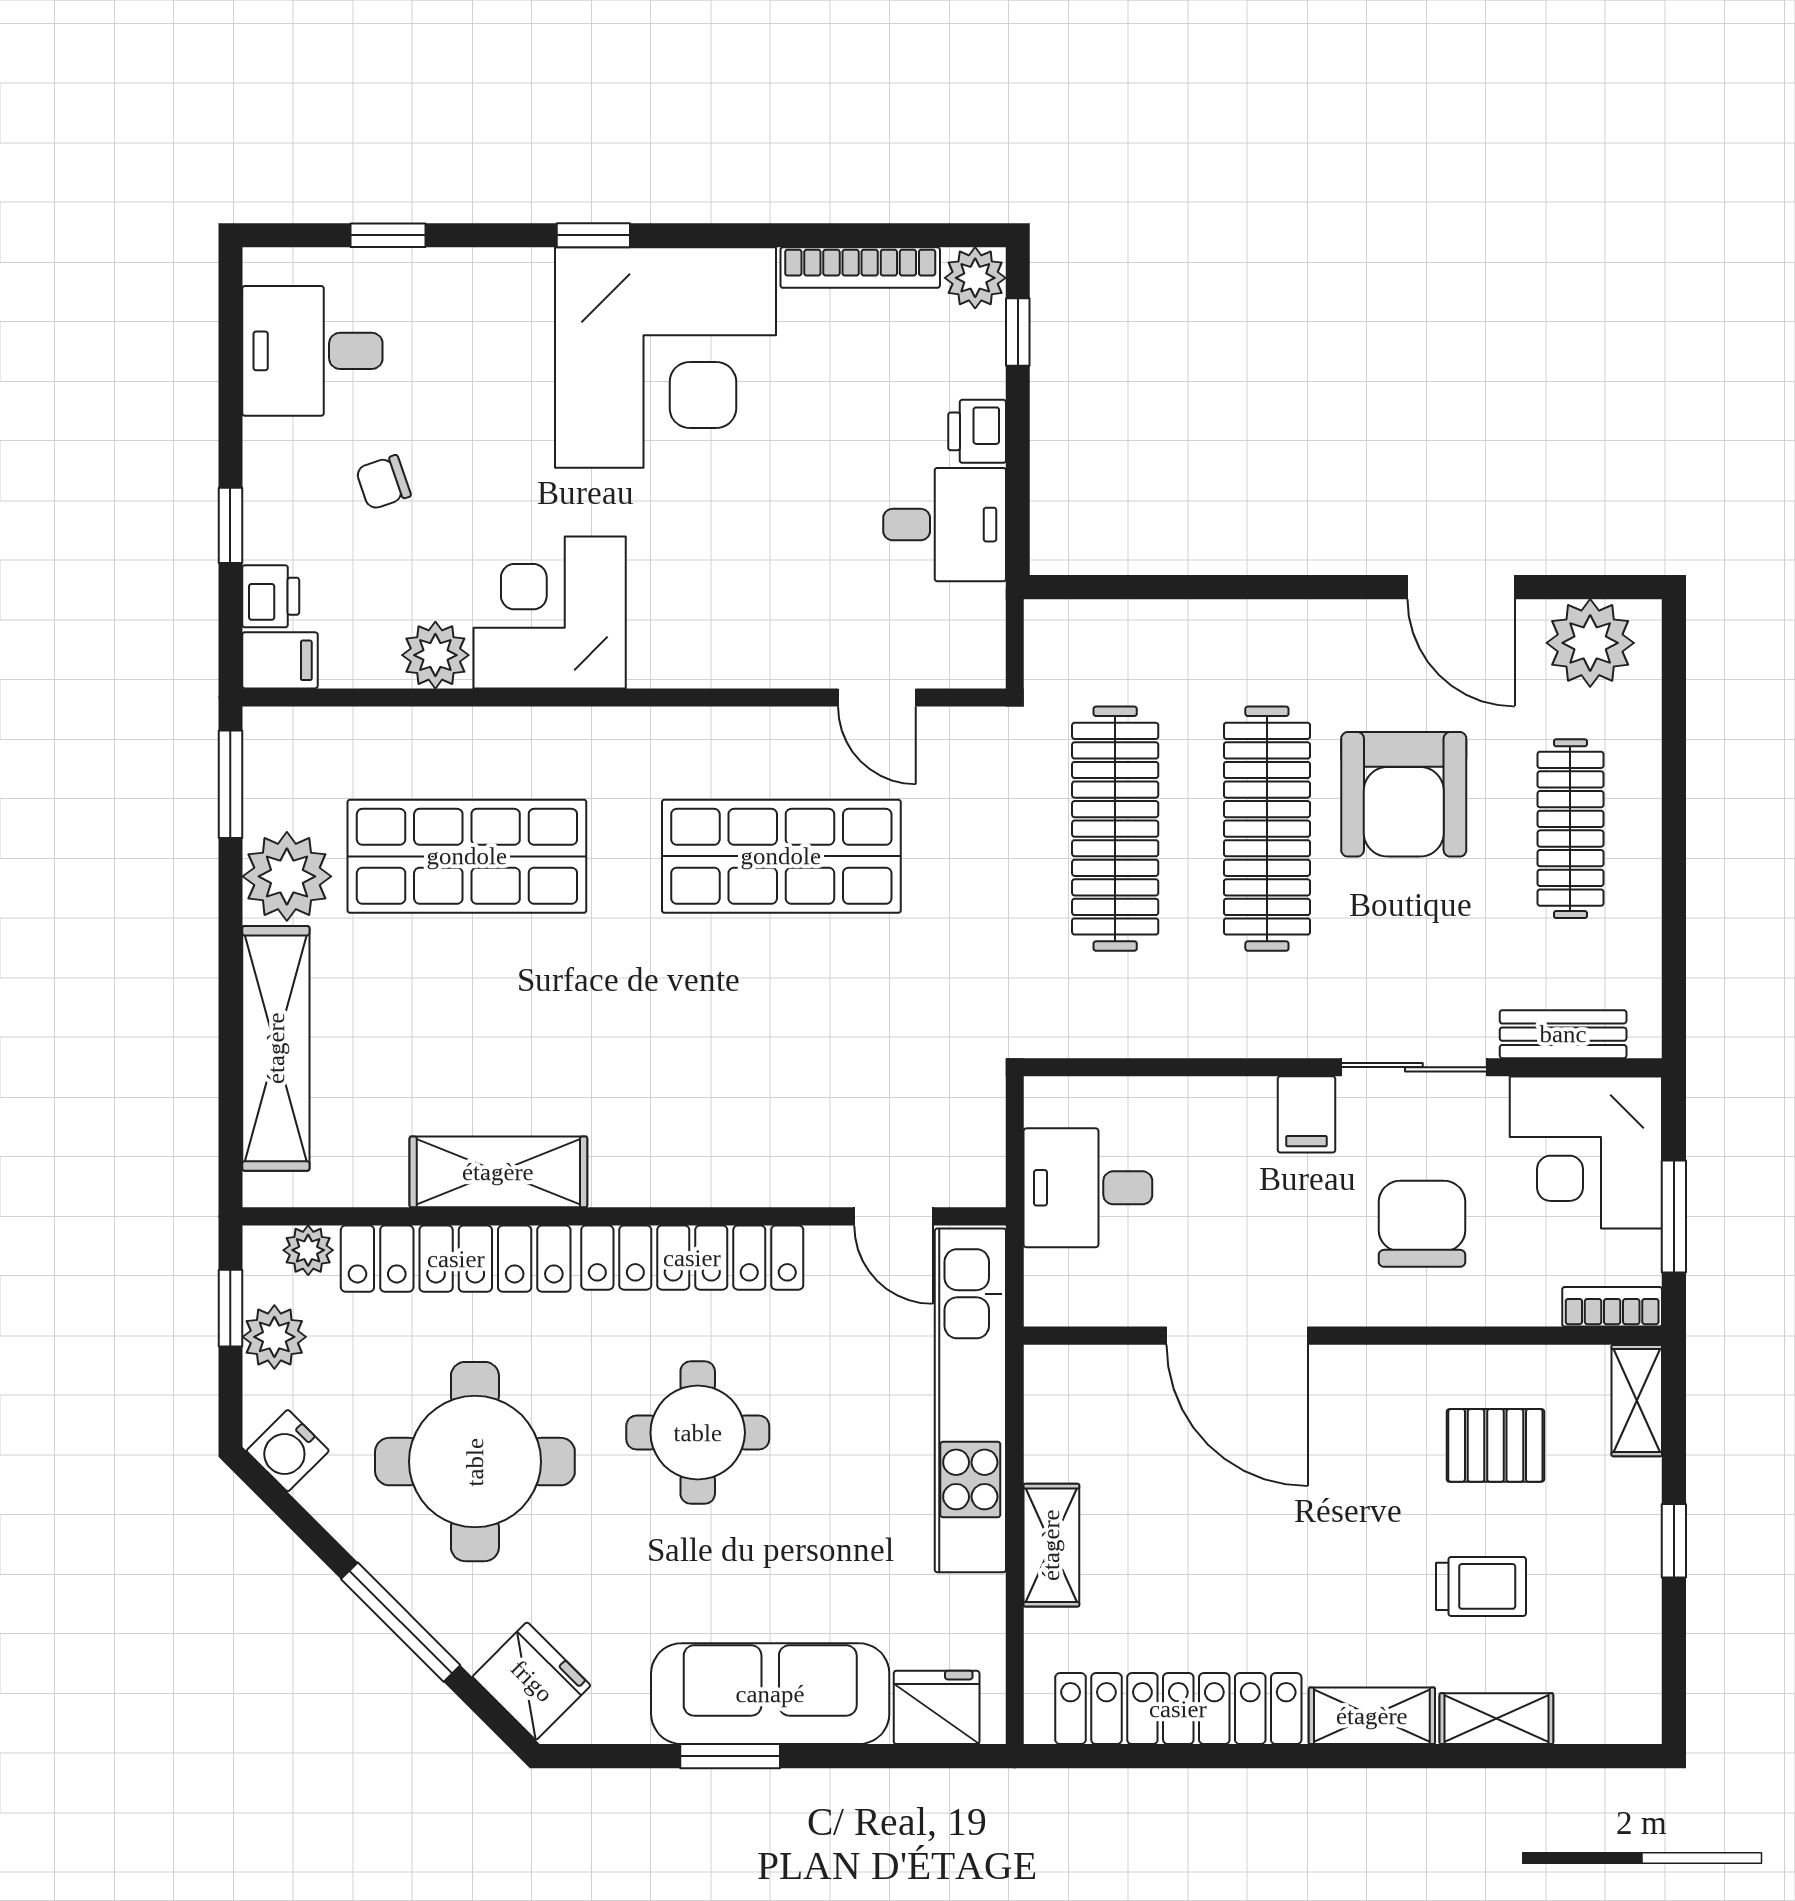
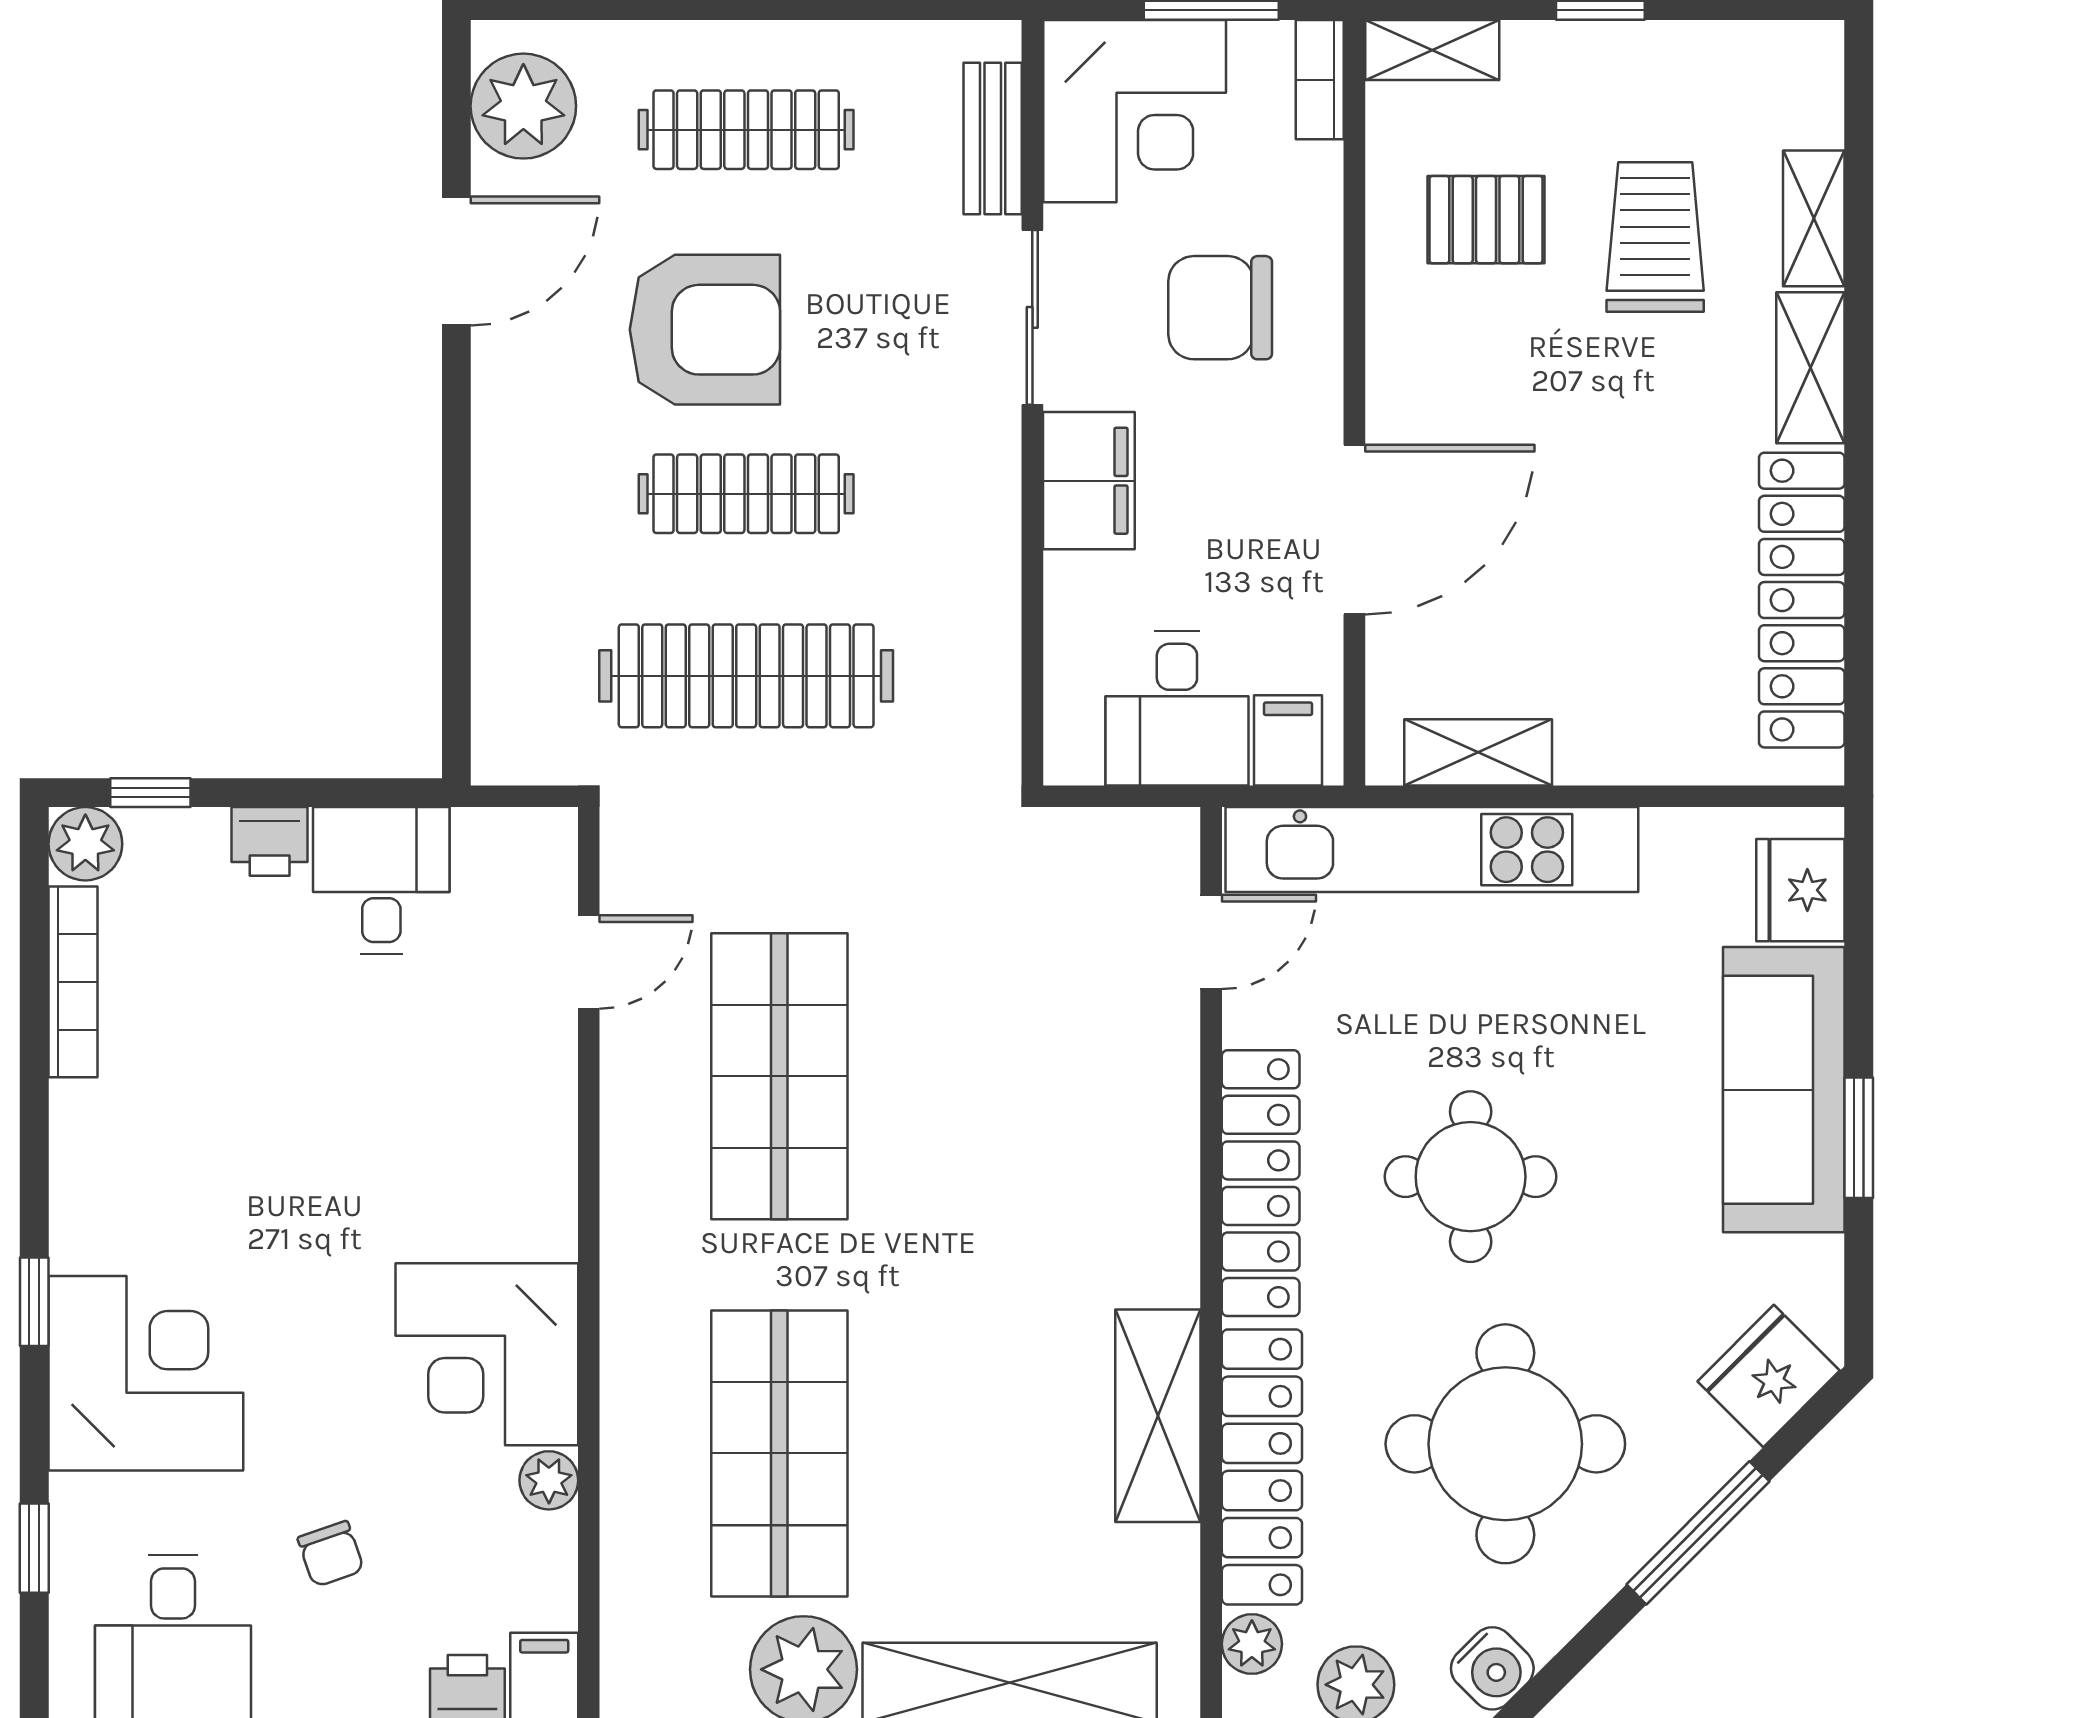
corner desk: (665, 358) -> (146, 1373), moved, width x0.74, depth x0.74
plant: (435, 655) -> (549, 1480), width x0.73, depth x0.73
clothes rail: (1267, 829) -> (746, 494), width x0.73, depth x0.76
filing cabinet: (1306, 1114) -> (1089, 481), width x2.00
filing cabinet: (1061, 1280) -> (1288, 740), added
pallet: (1495, 1445) -> (1486, 220), turned 90
shelving: (1051, 1545) -> (1478, 752), moved
trolley: (1481, 1586) -> (1655, 237), width x1.36, depth x1.39

